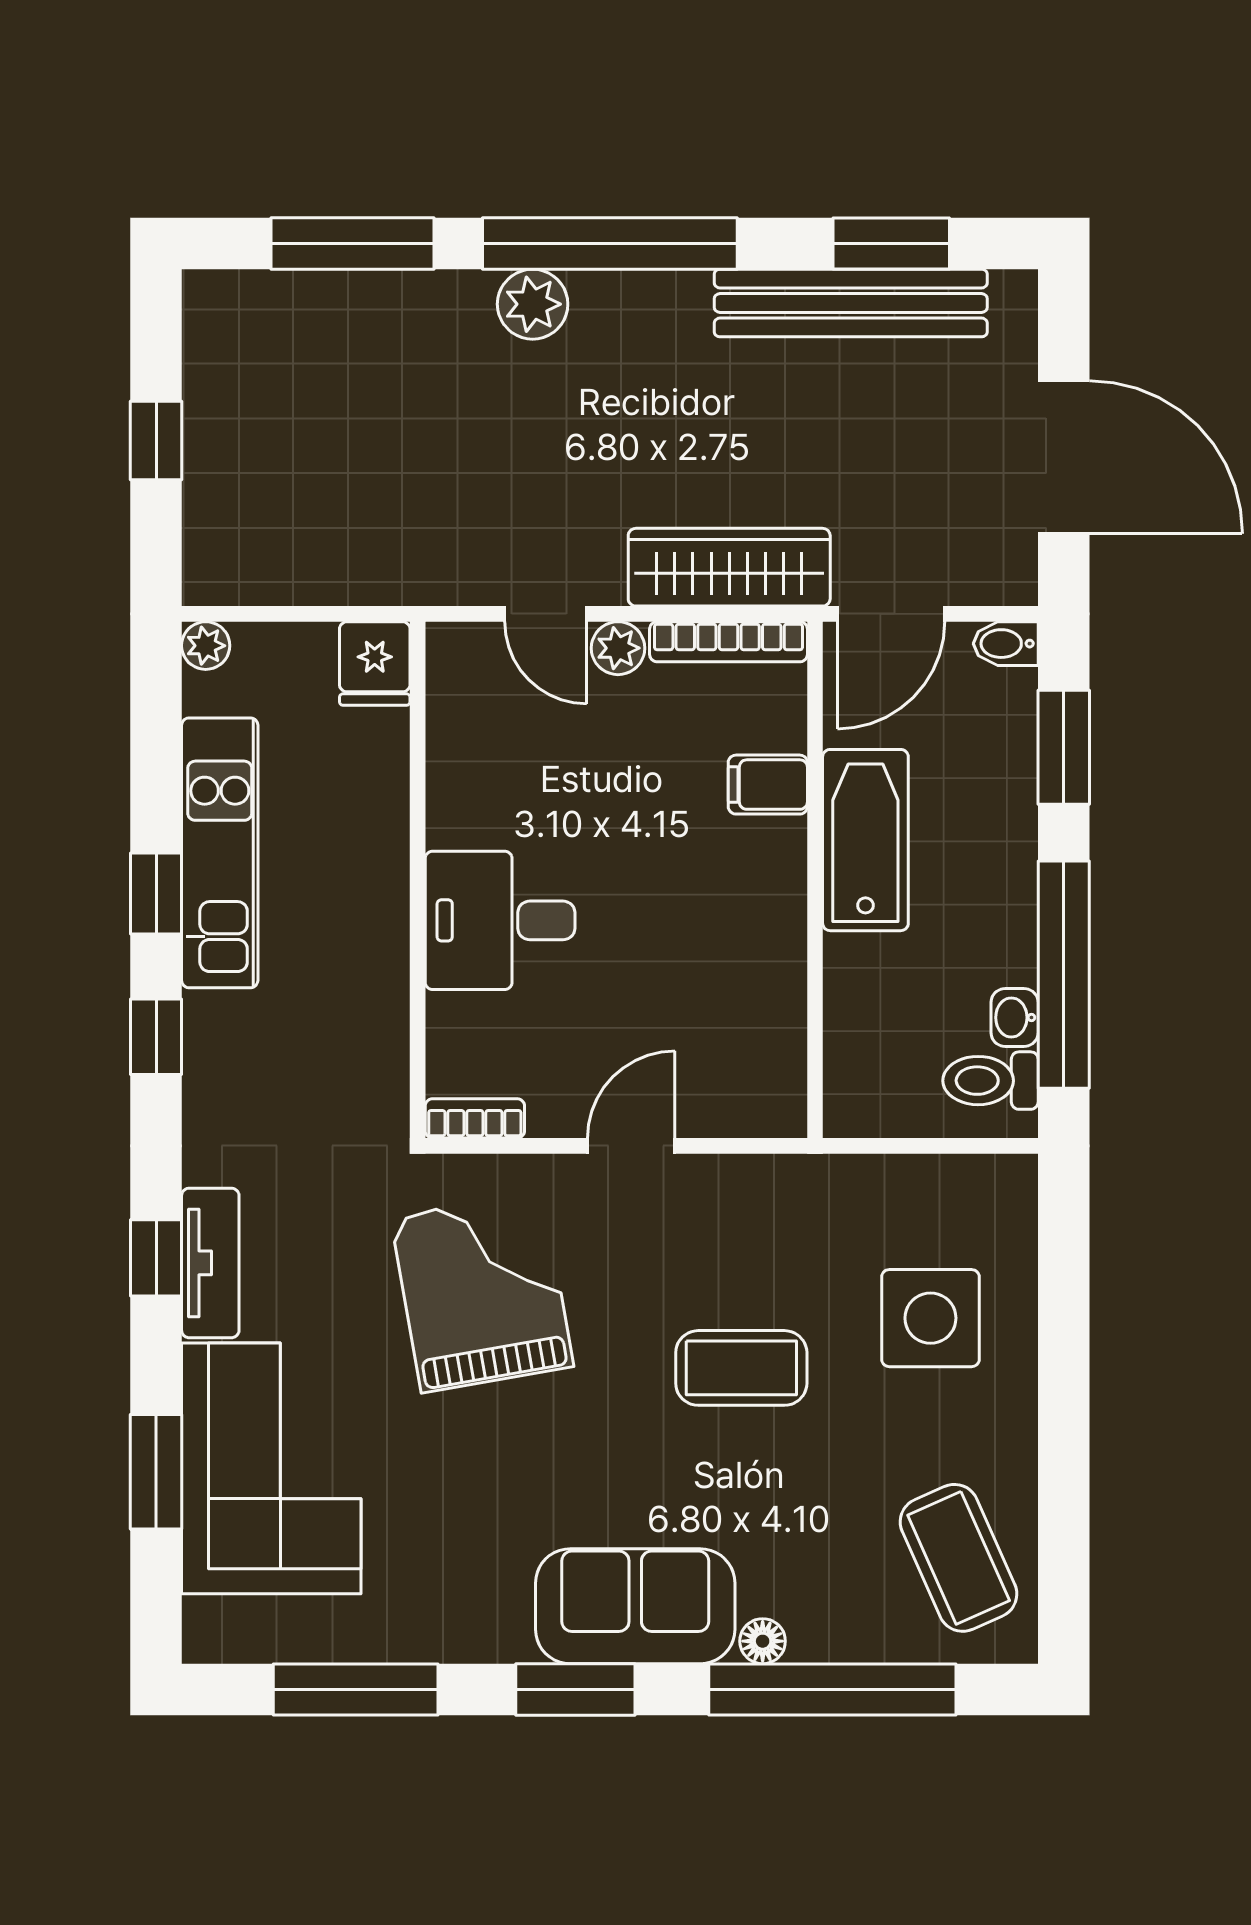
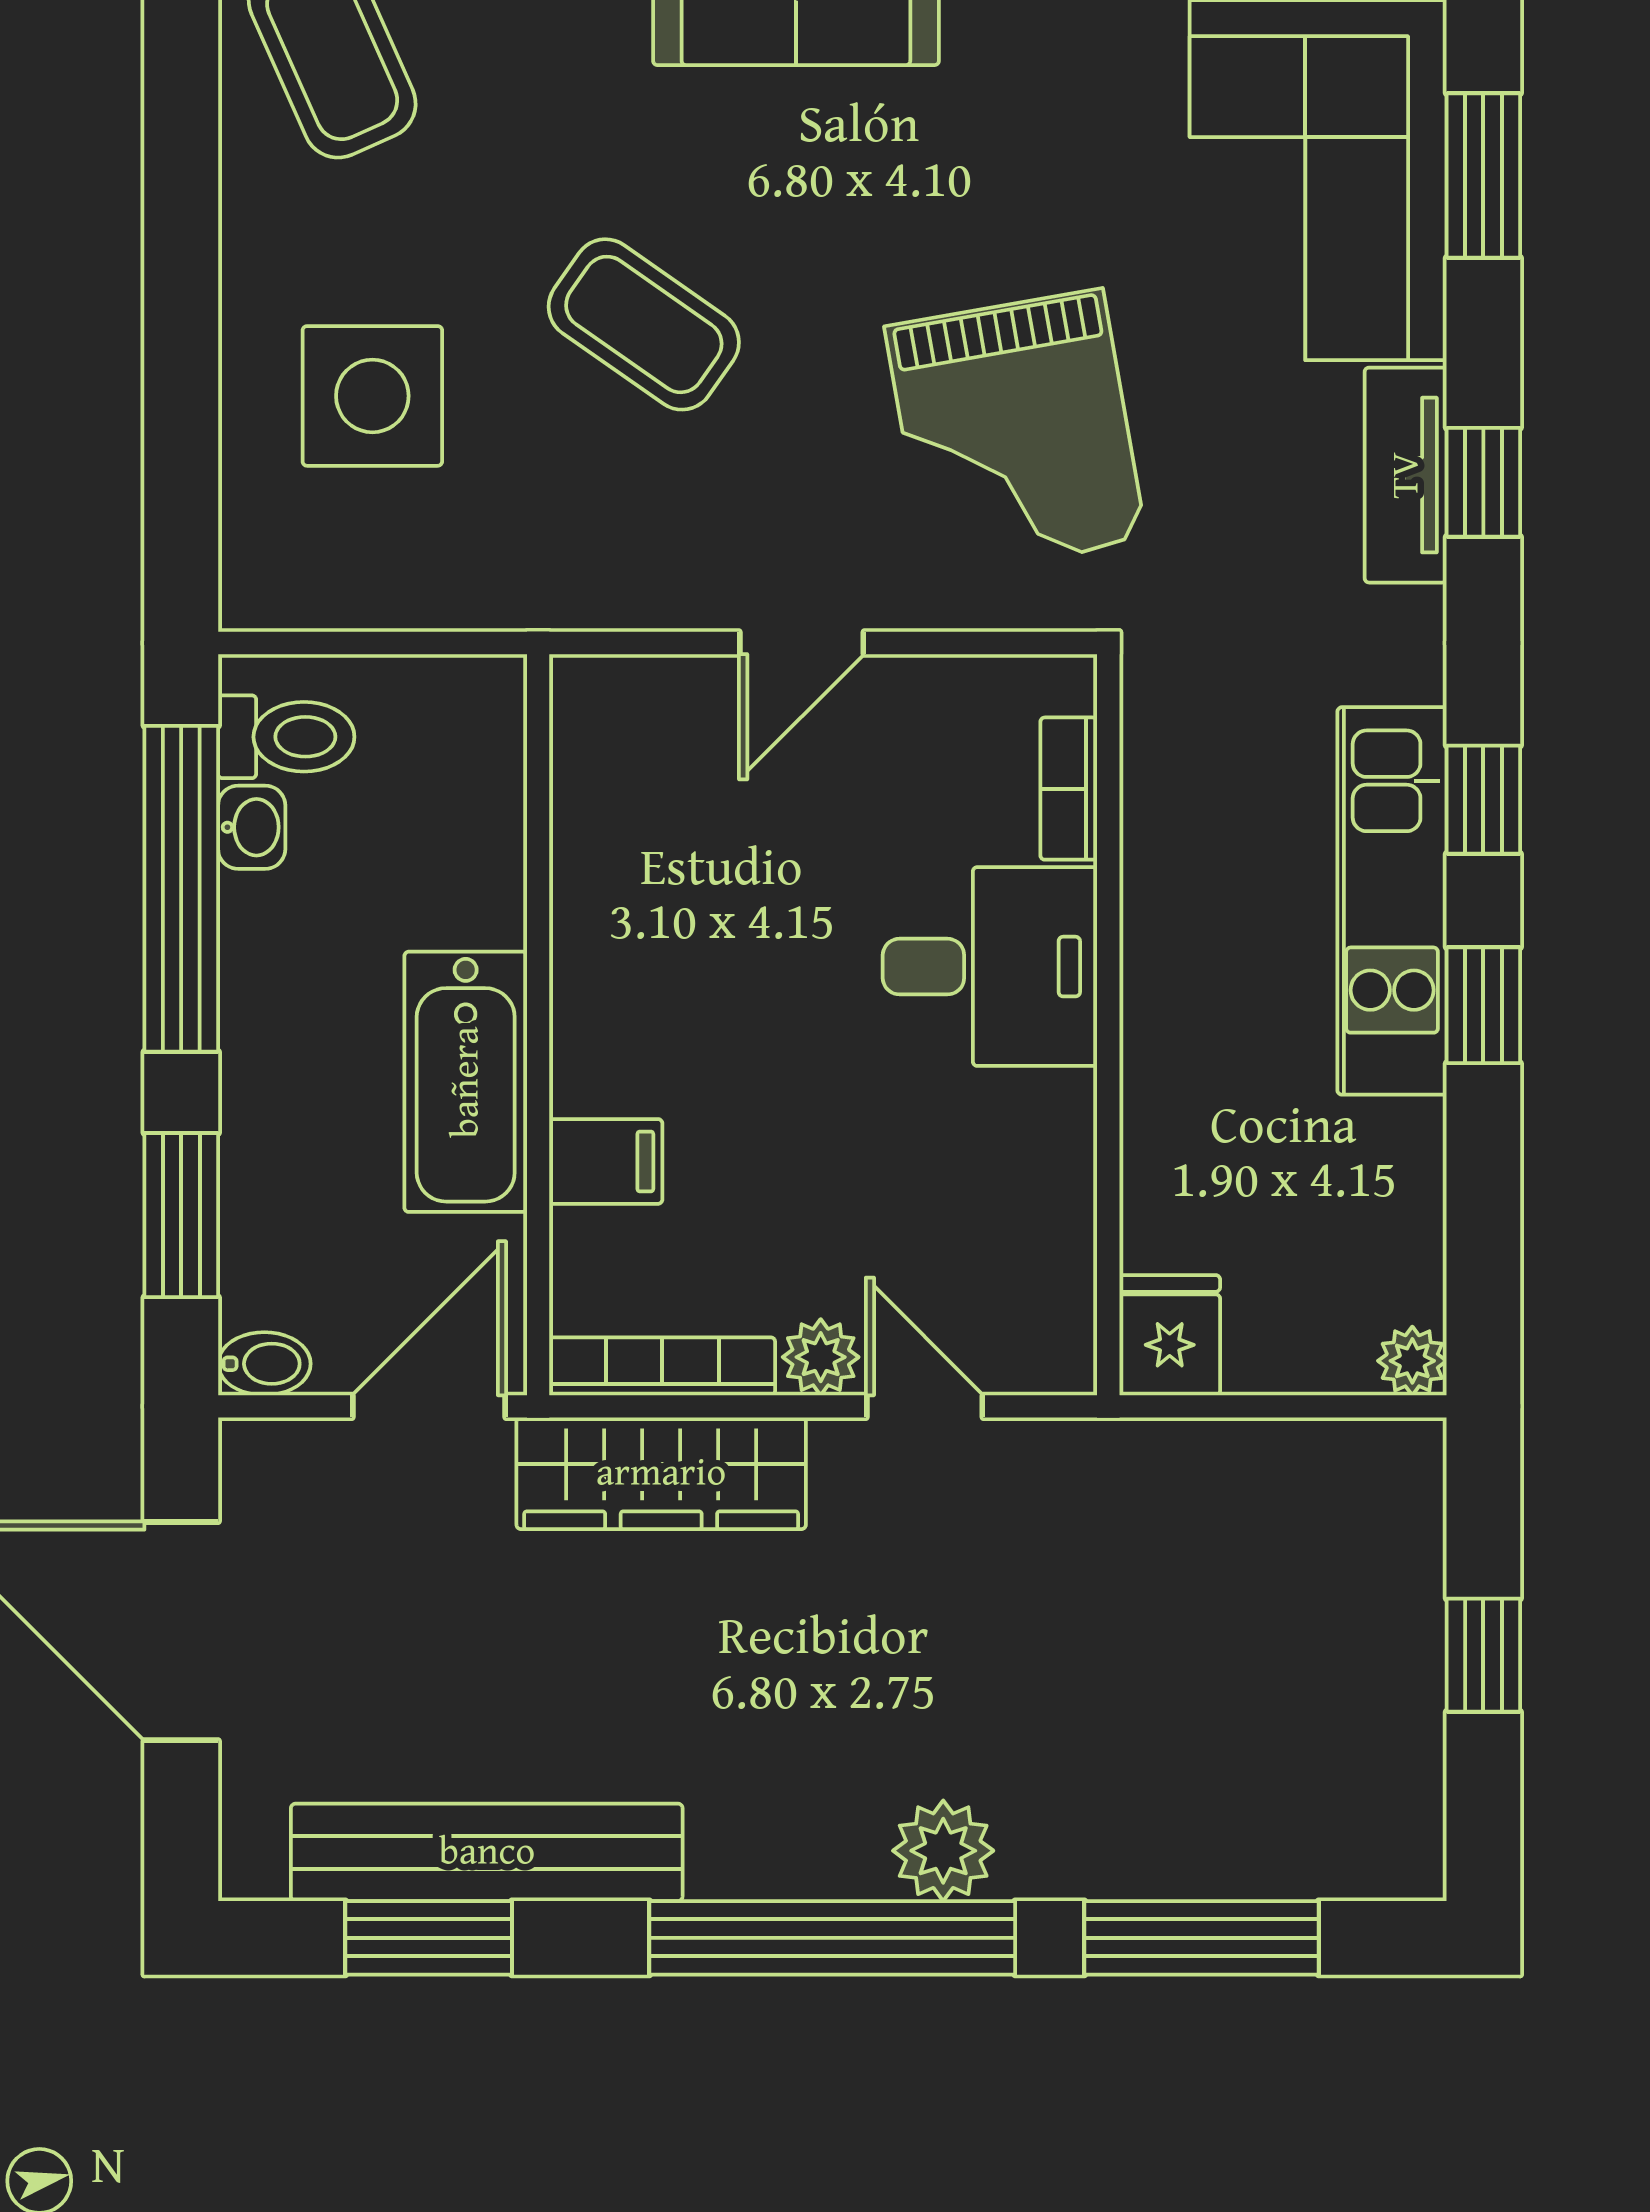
kitchen unit: (220, 853) -> (1392, 901), moved
bookcase: (475, 1118) -> (1069, 789), moved, turned 90
coffee table: (741, 1368) -> (644, 324), turned 35

